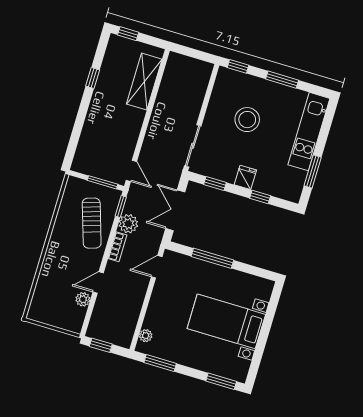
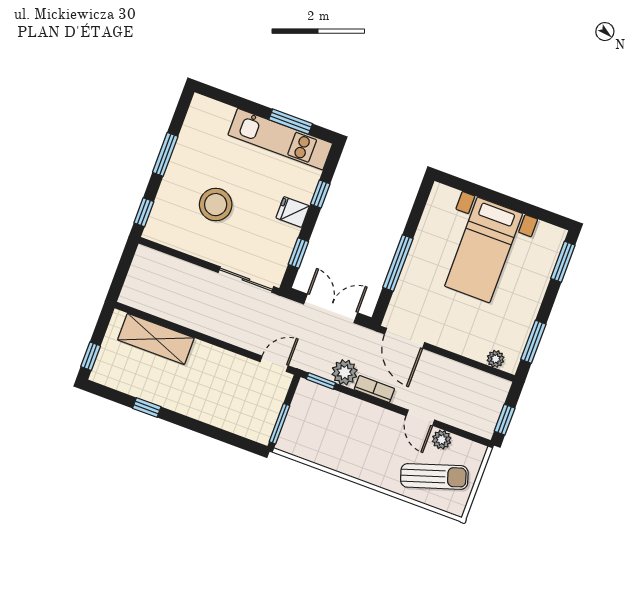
kitchen unit: (309, 132) -> (280, 139), moved
window: (103, 182) -> (279, 424), moved
double door: (175, 210) -> (331, 308), swing flipped
sun lounger: (92, 223) -> (434, 476), moved
door: (157, 267) -> (405, 338), width x1.38

